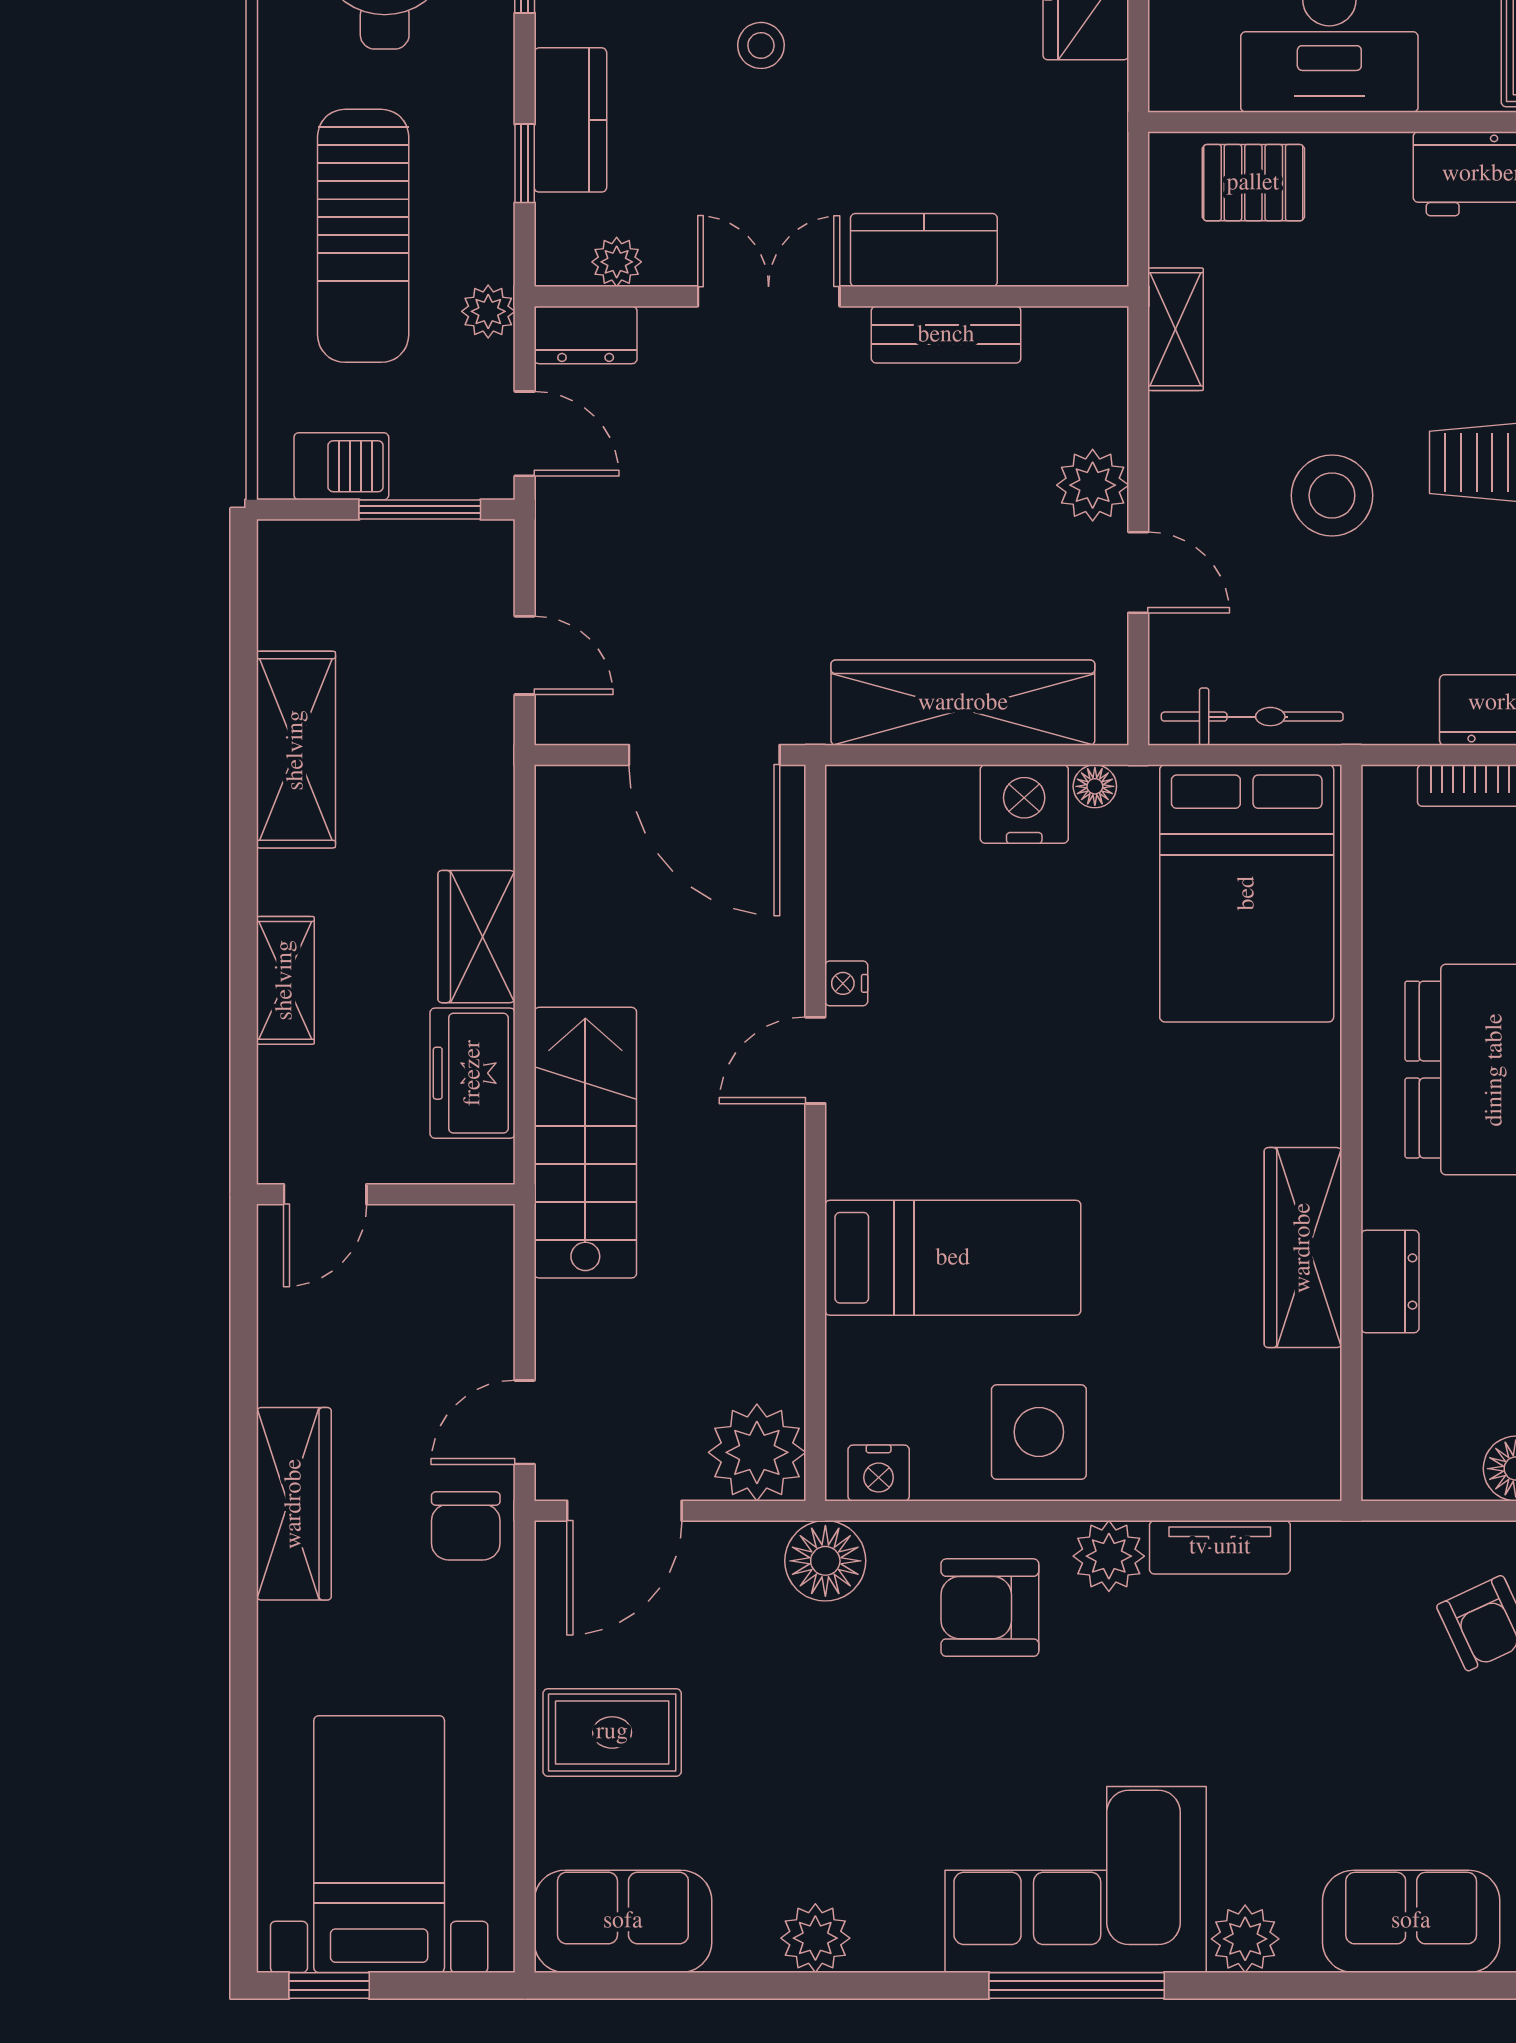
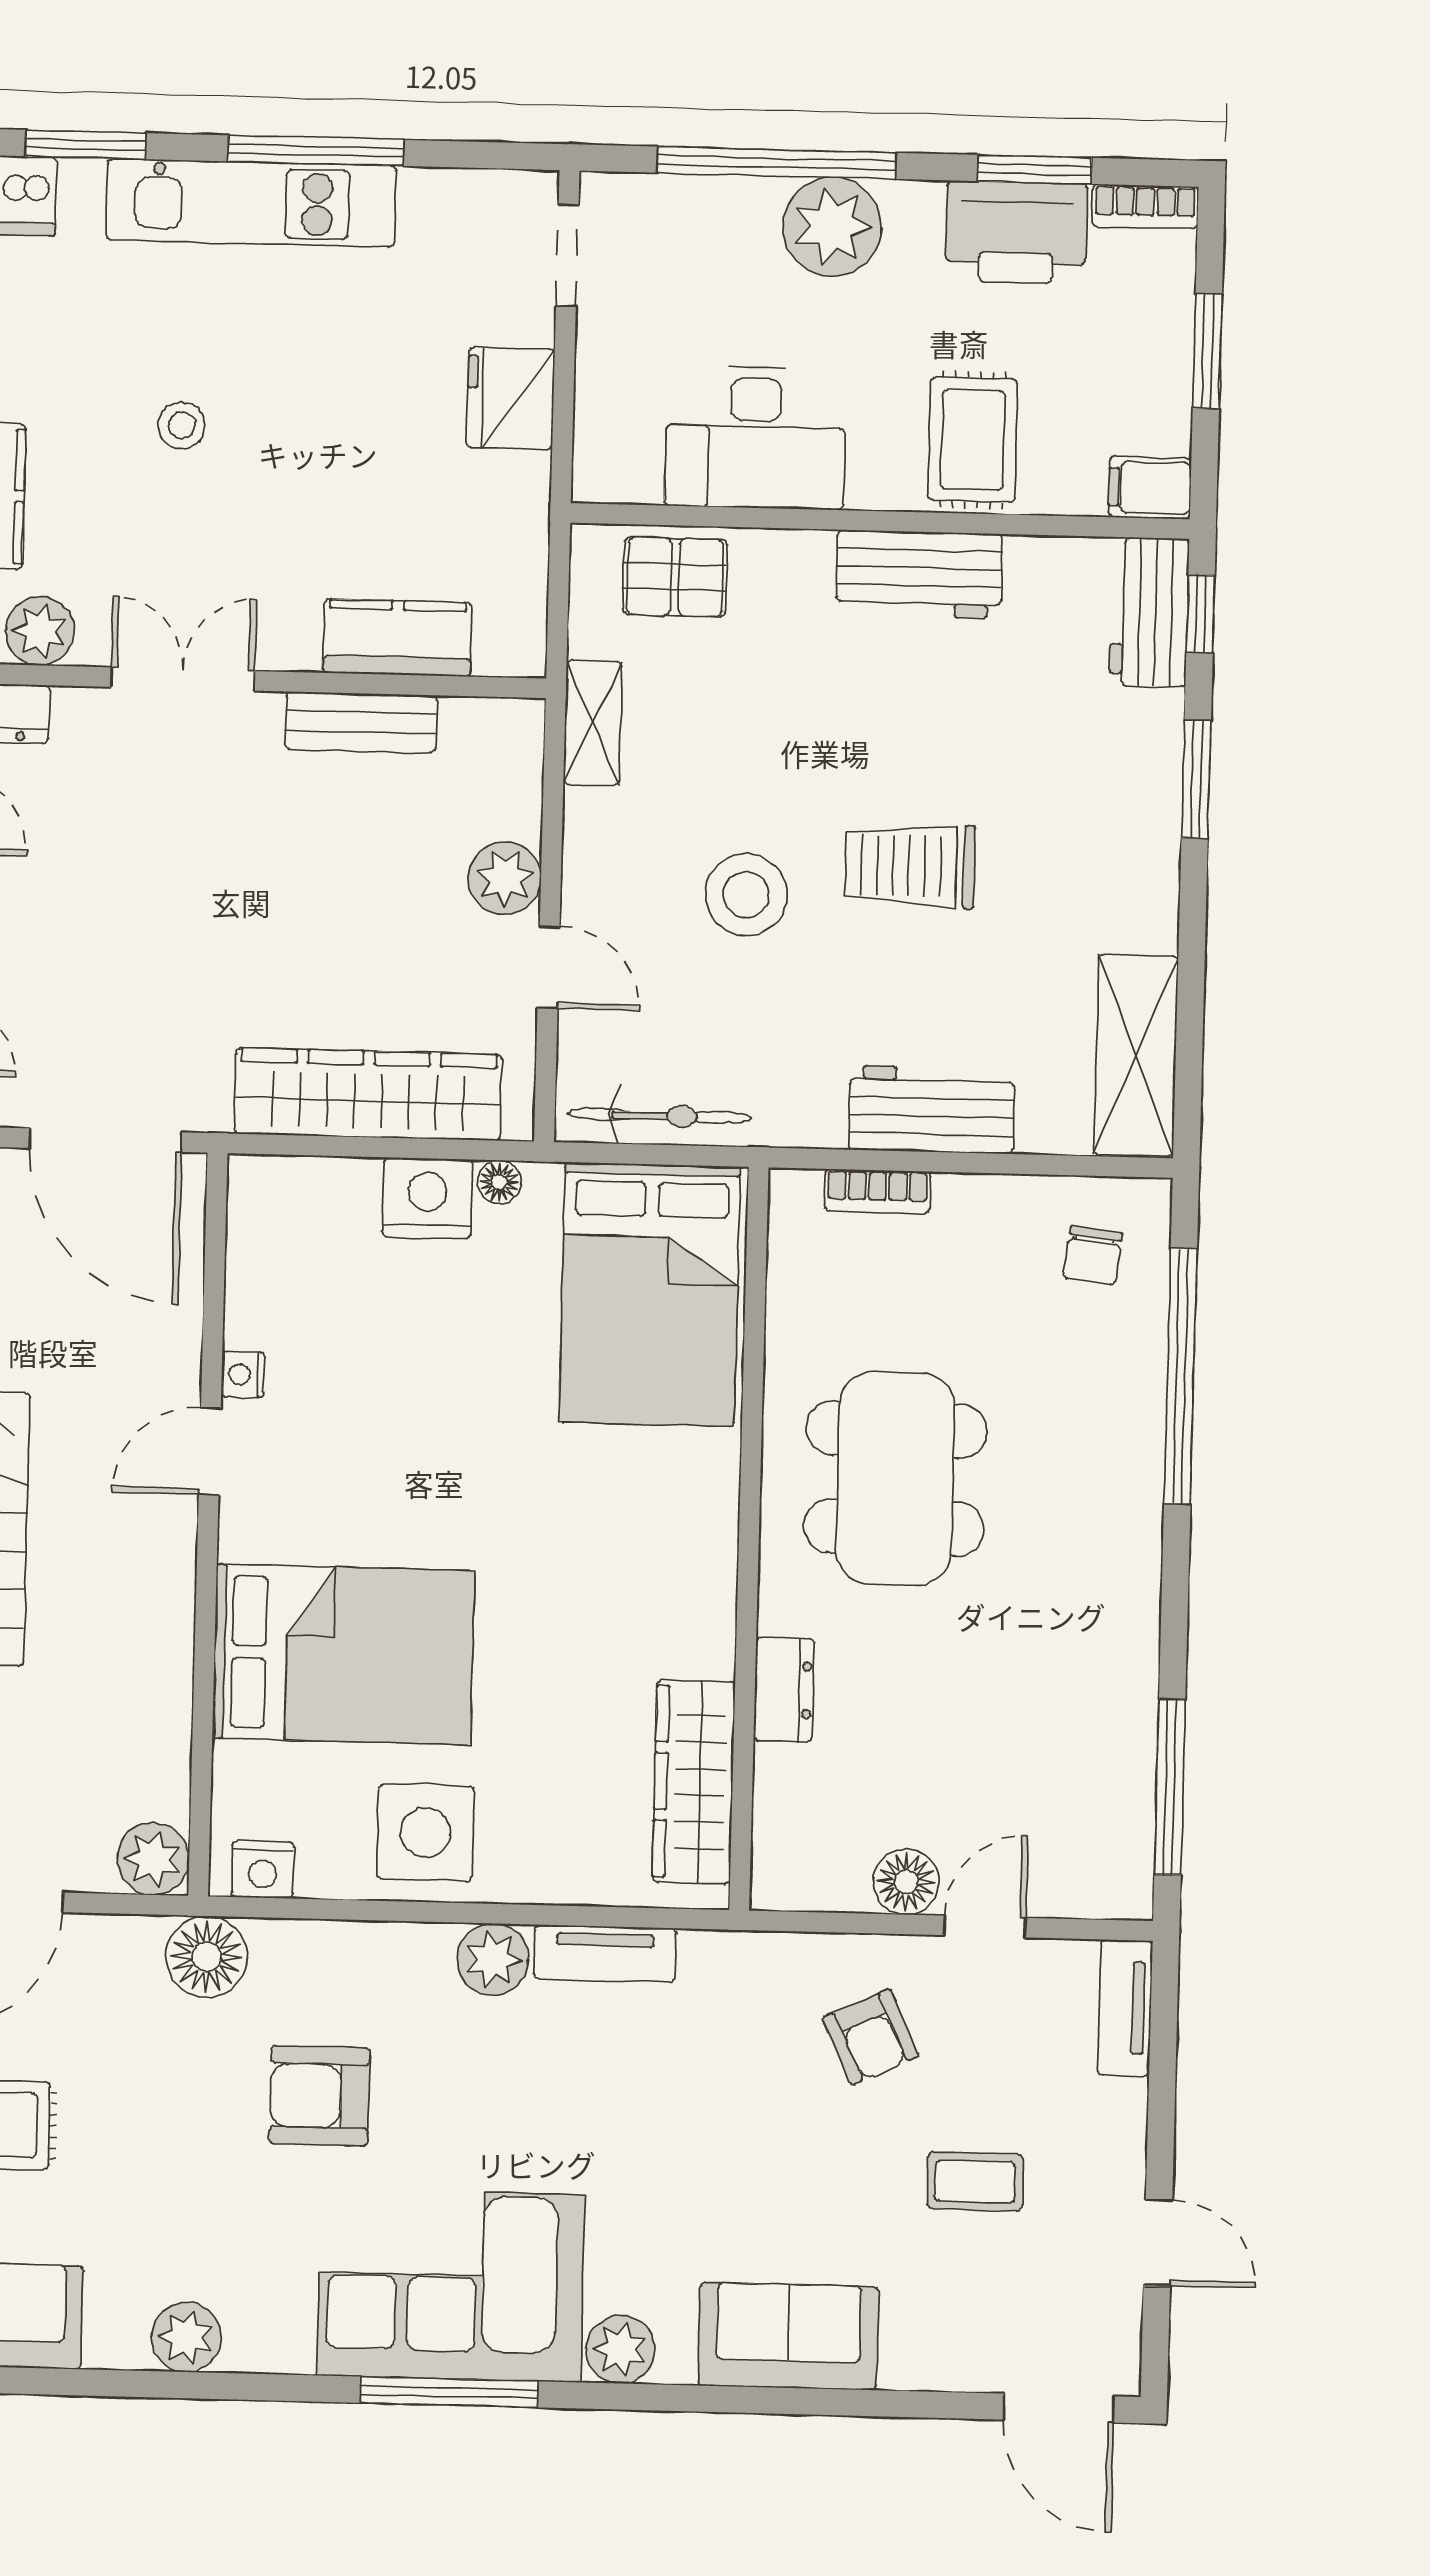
kitchen counter: (924, 250) -> (397, 638), moved
plant: (617, 262) -> (40, 631), width x1.38, depth x1.38
wardrobe: (1303, 1248) -> (694, 1782), moved
bed: (953, 1258) -> (343, 1654), width x1.50
plant: (757, 1452) -> (153, 1859), width x0.73, depth x0.73
armchair: (990, 1608) -> (319, 2096), moved

